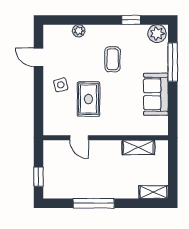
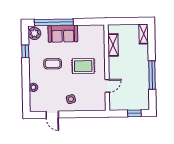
door: (39, 57) -> (52, 115), hinge flipped
window: (173, 62) -> (54, 22), width x1.46
sofa: (156, 94) -> (63, 34), moved
rug: (88, 99) -> (83, 66), moved

